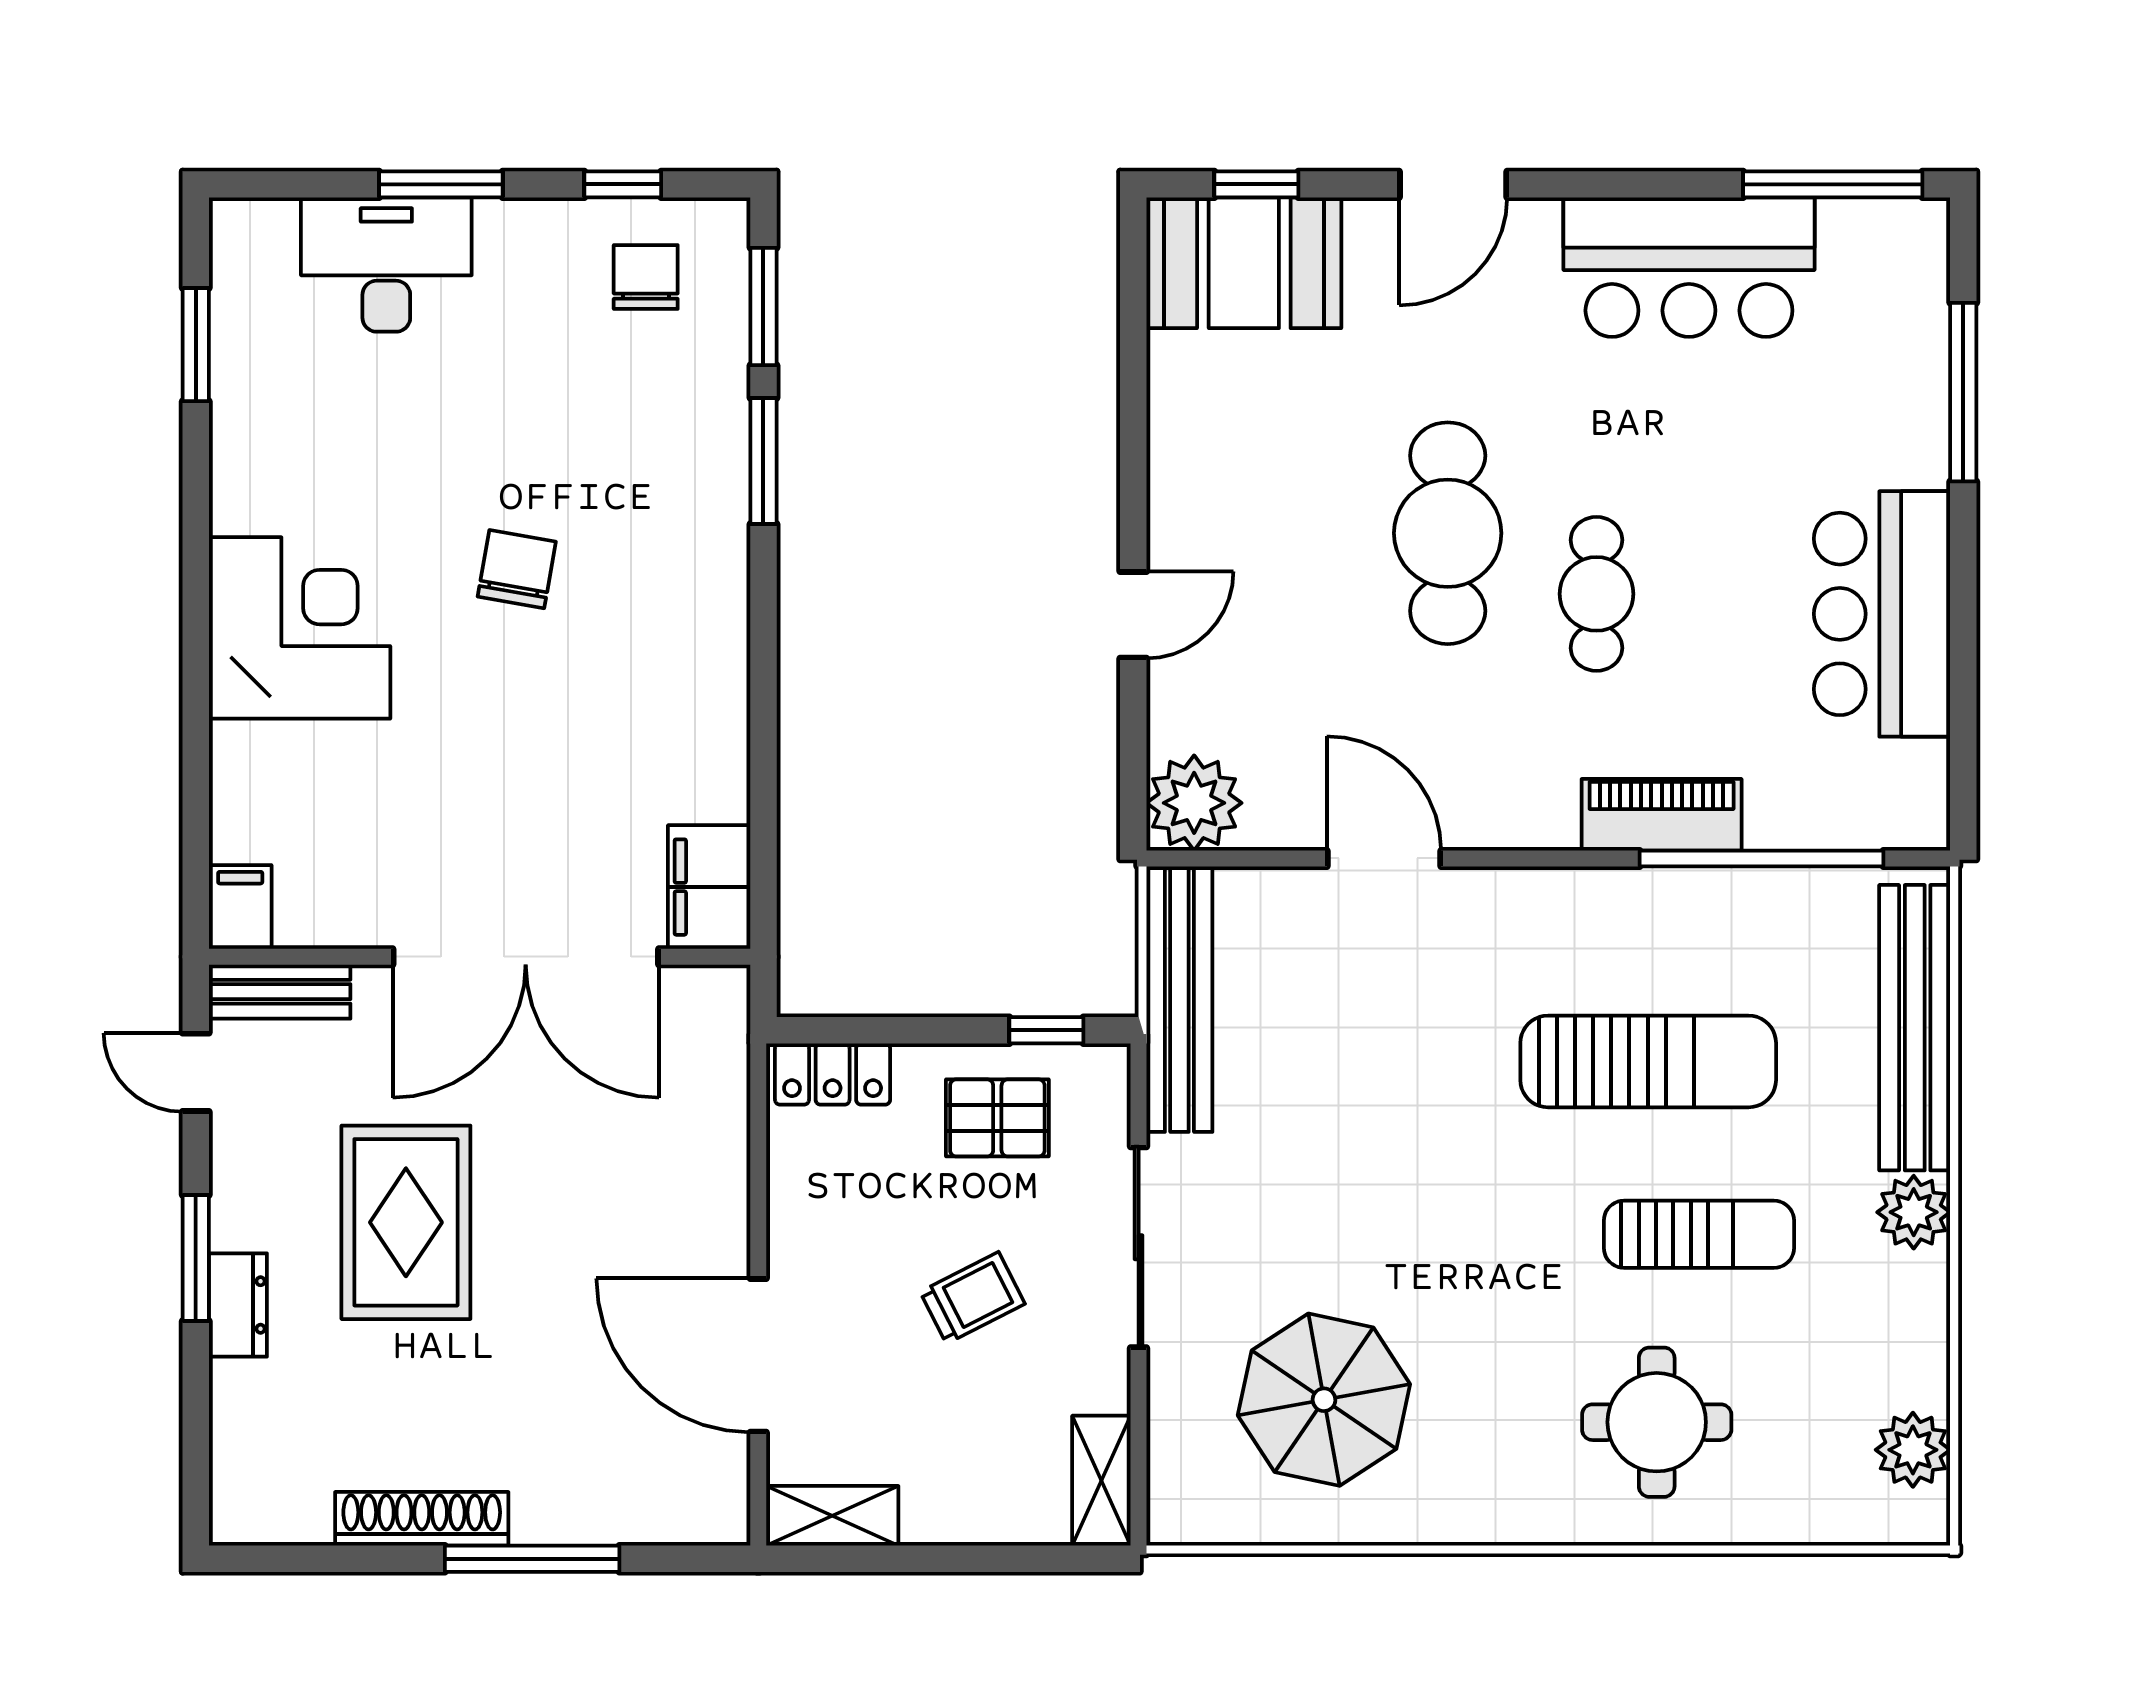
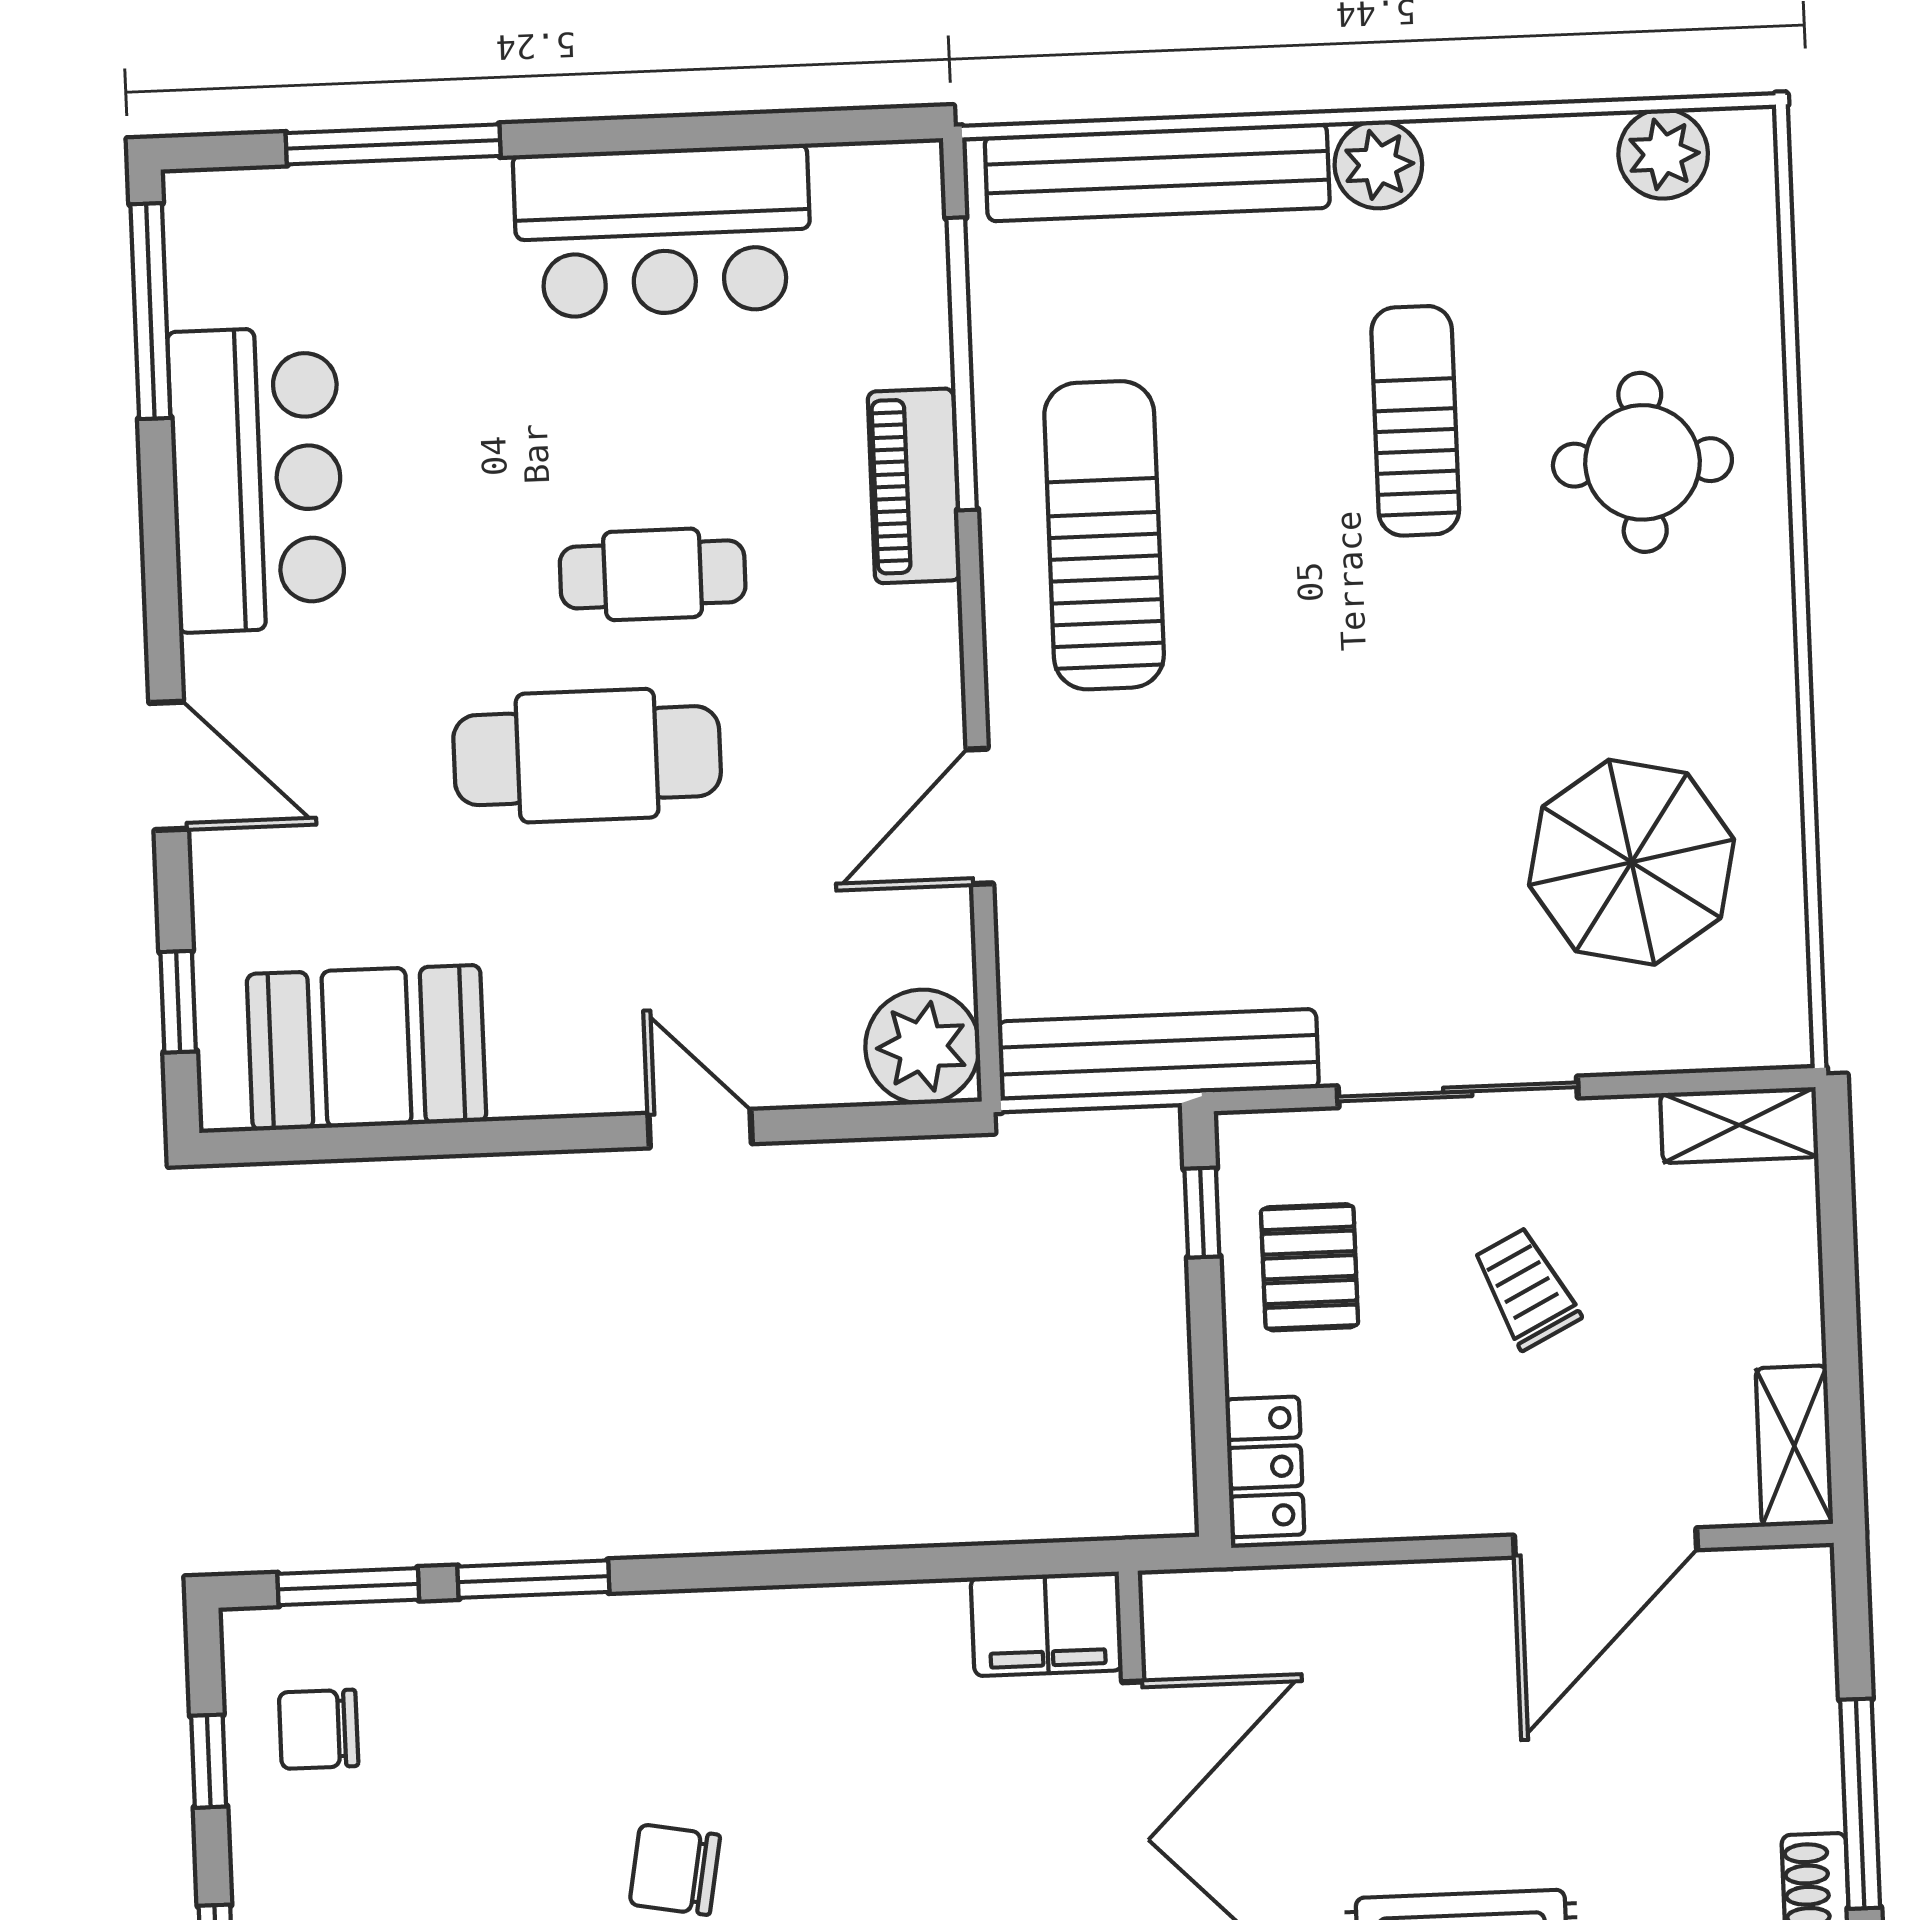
booth: (1244, 263) -> (366, 1048), moved, turned 90
sun lounger: (1648, 1061) -> (1104, 535), moved

